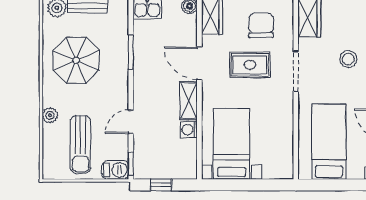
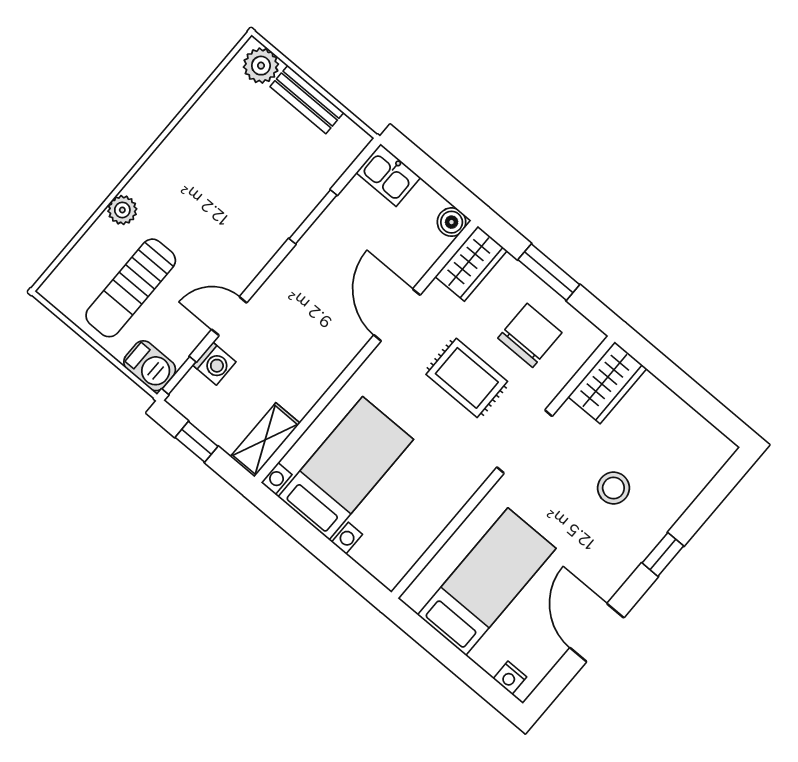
parasol: (76, 60) -> (225, 163), removed
shelving: (189, 101) -> (265, 440), moved
washing machine: (189, 130) -> (215, 364), moved, turned 180

